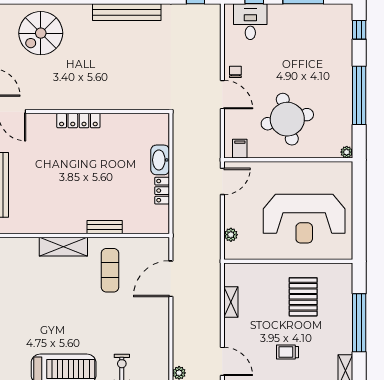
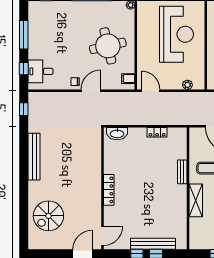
spiral stairs: (41, 33) -> (48, 216), turned 90
washbasin: (160, 160) -> (117, 134), moved

